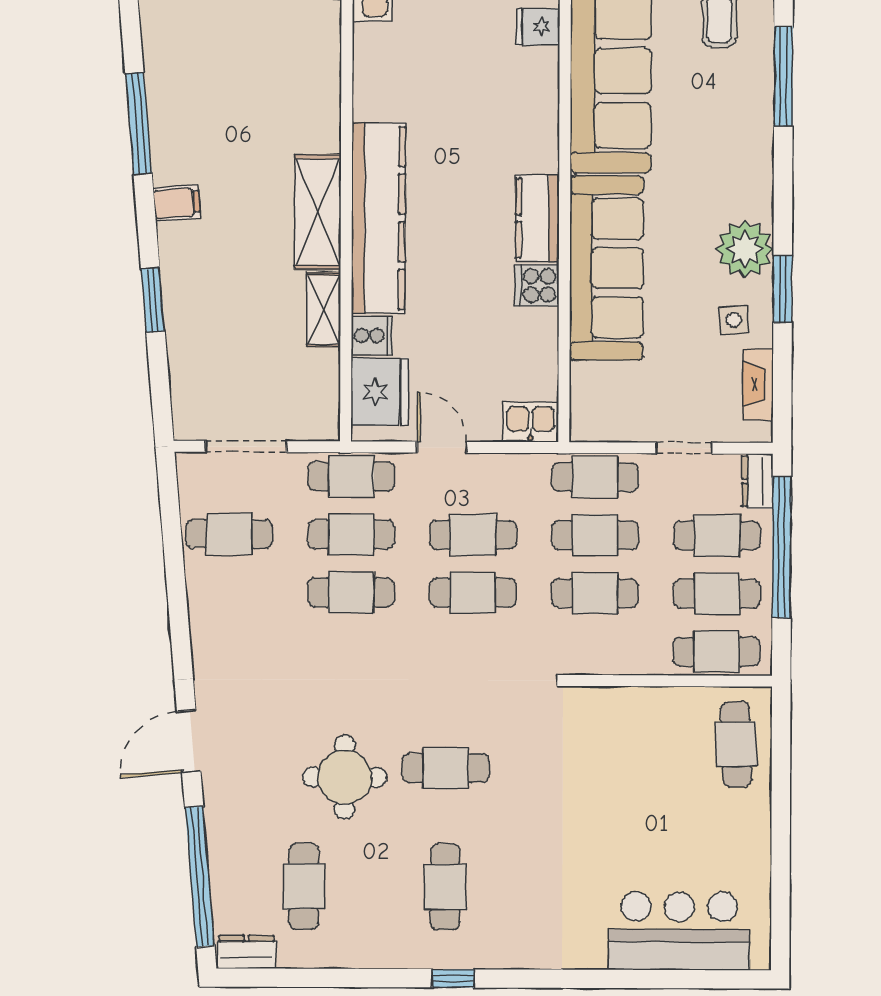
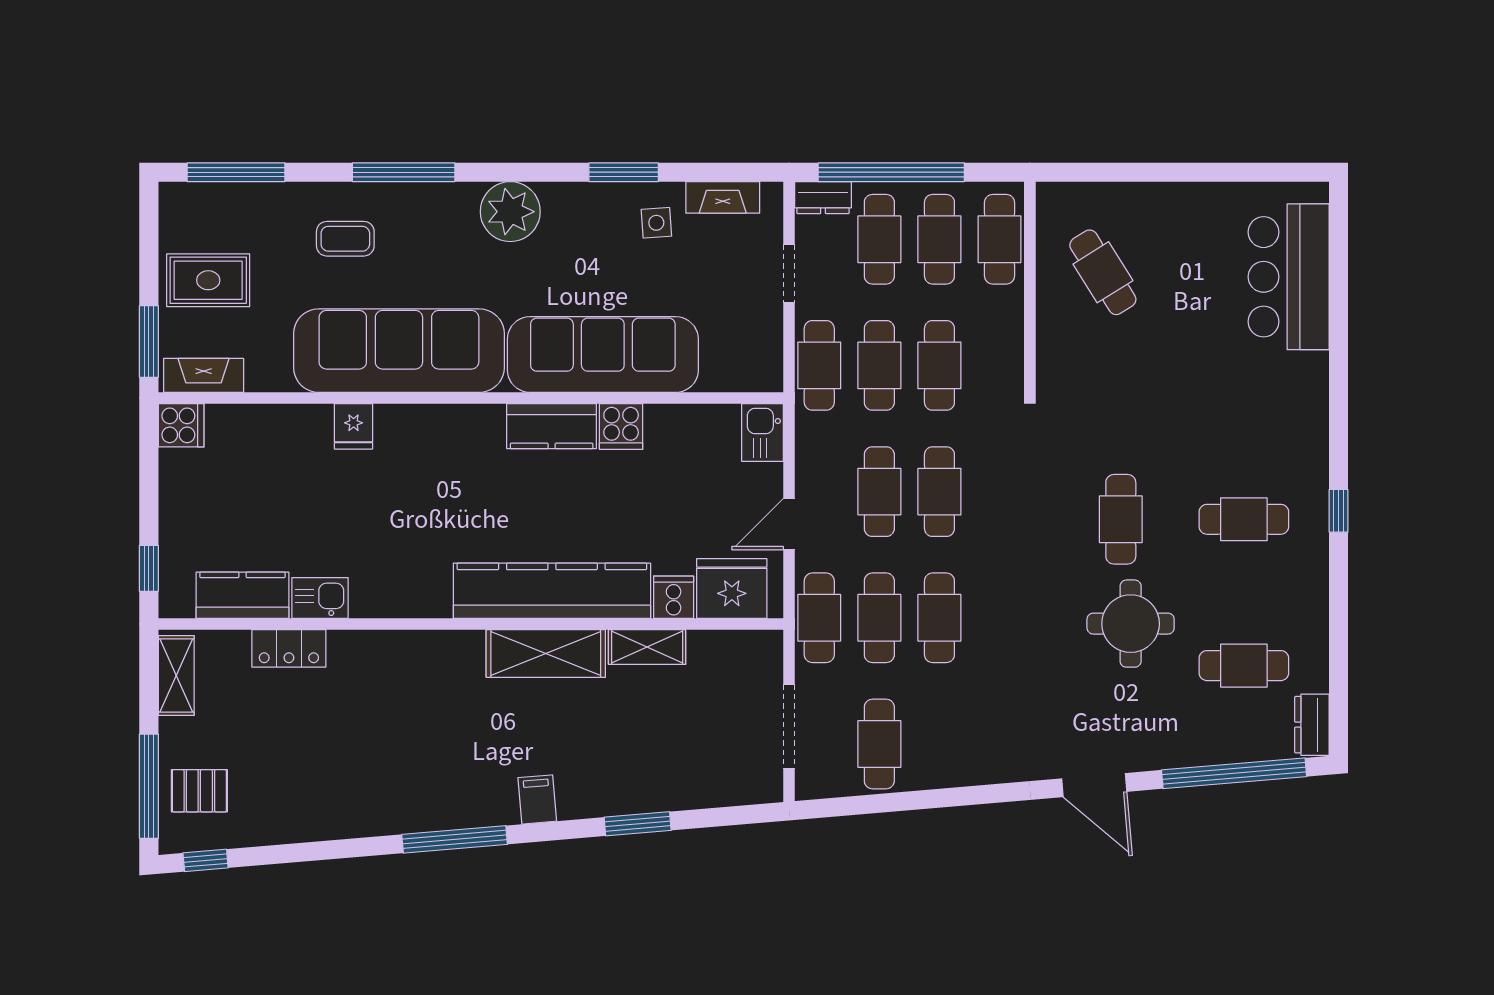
plant: (745, 249) -> (510, 212), moved
cafe table: (736, 744) -> (1103, 272), moved, turned 60

